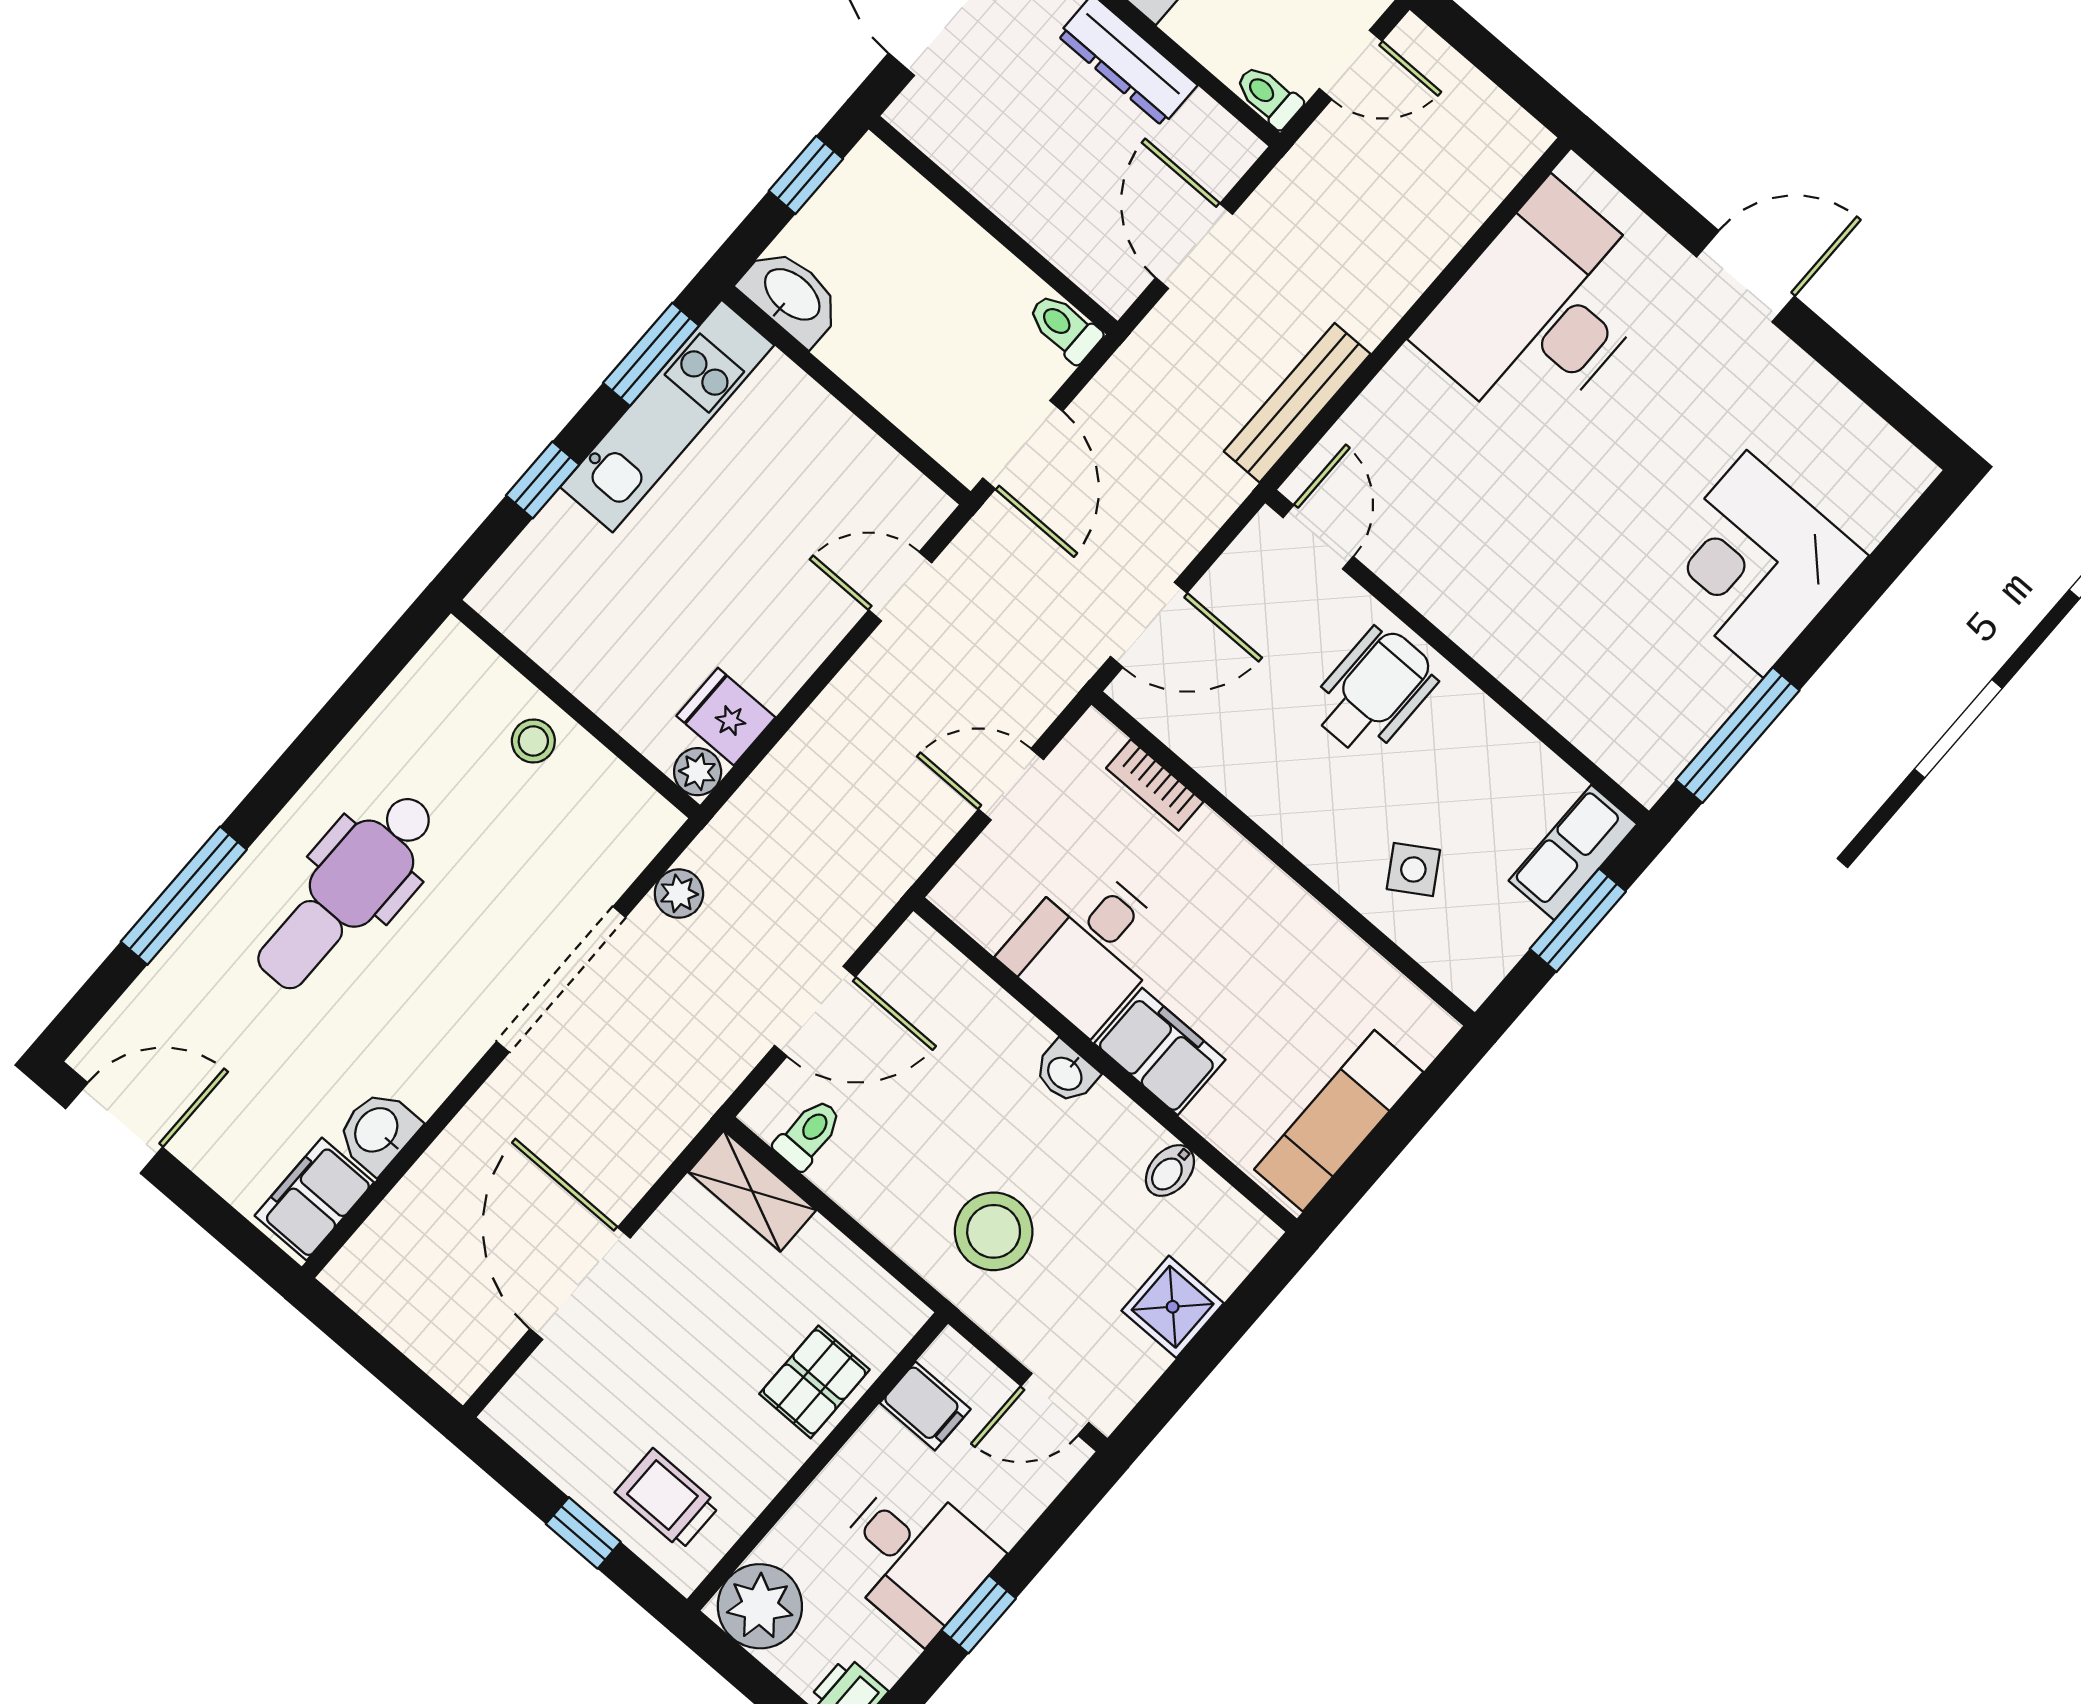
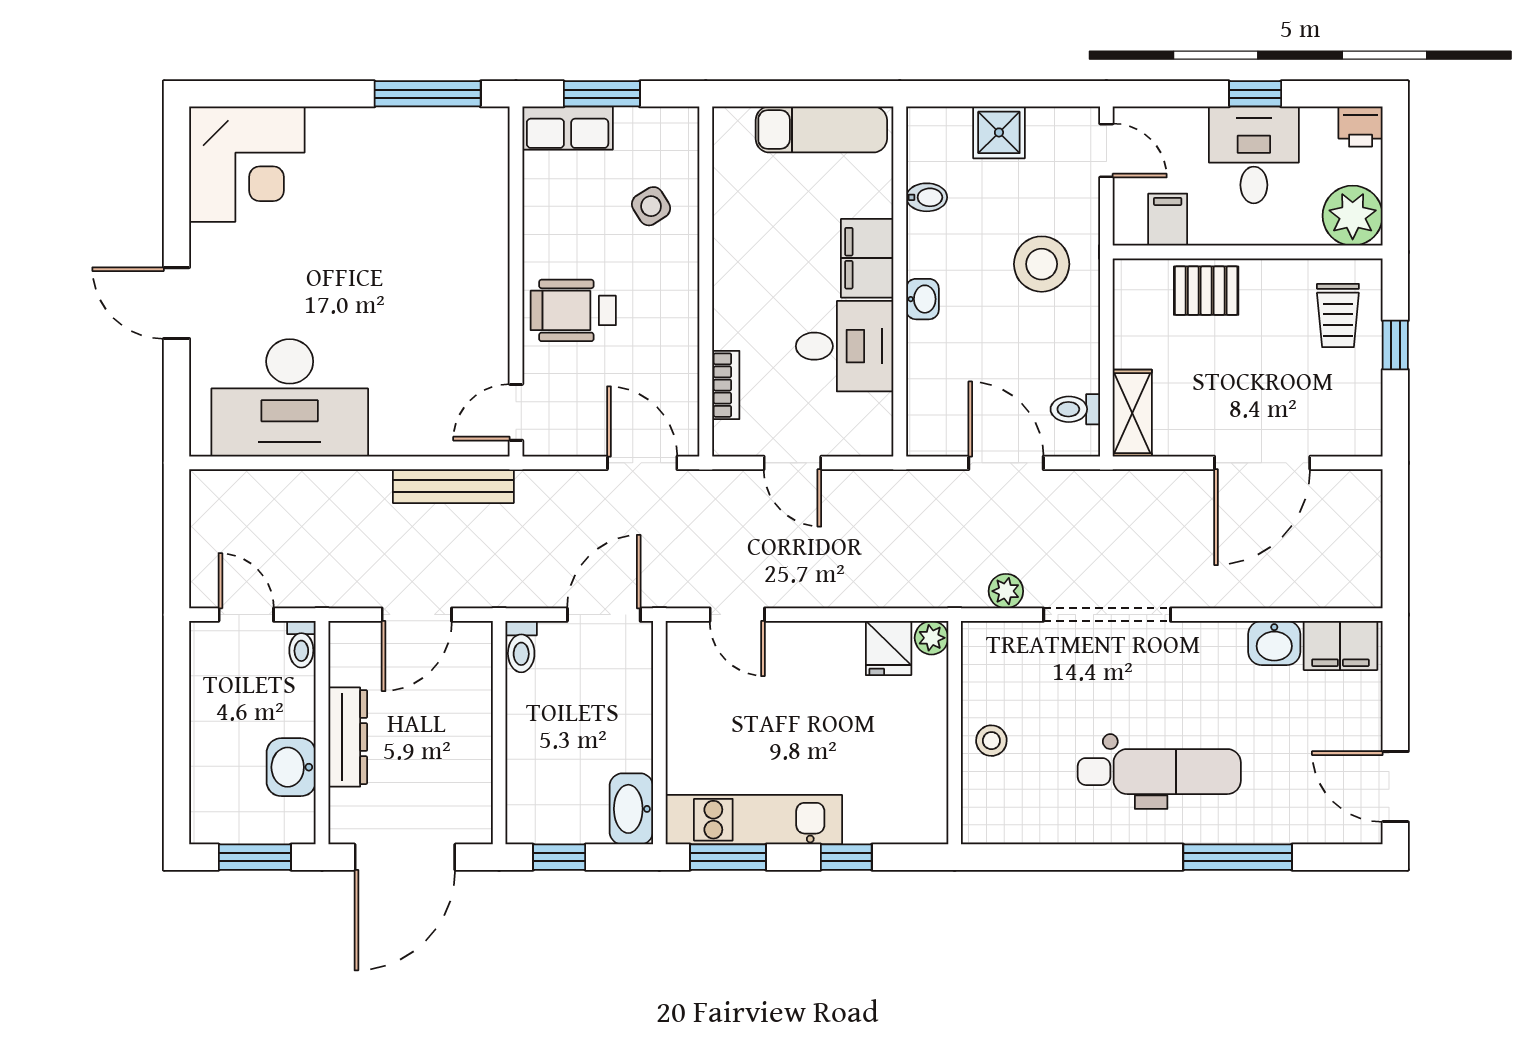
corner desk: (1755, 564) -> (247, 164), moved

